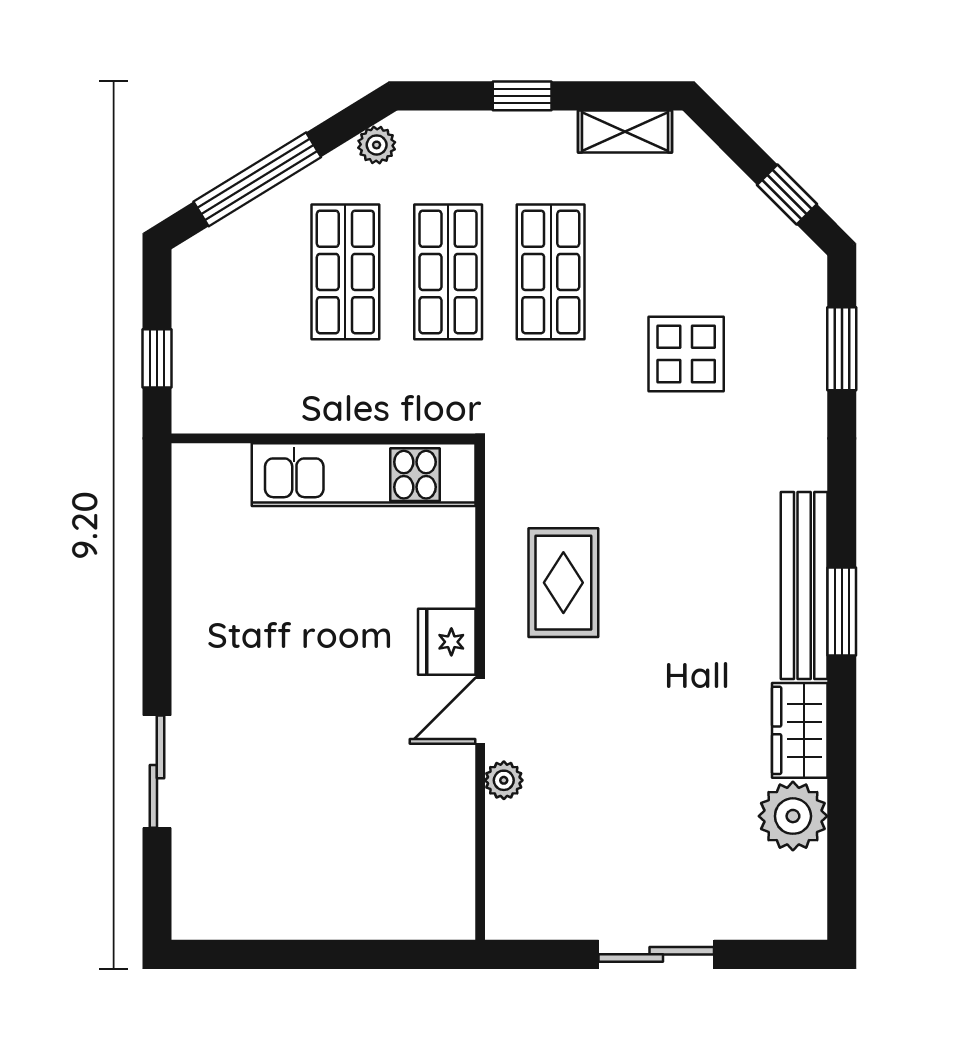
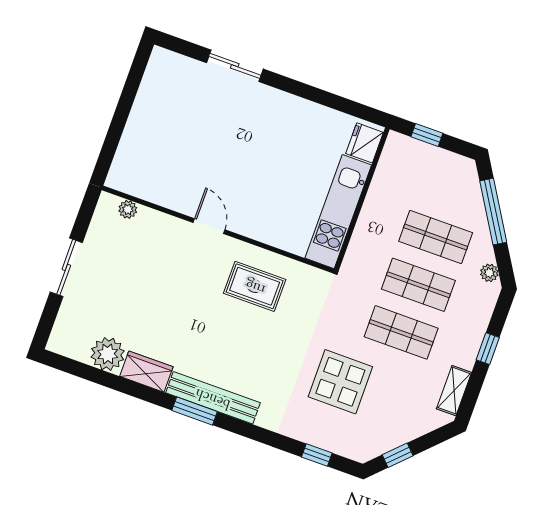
window: (842, 349) -> (317, 455), width x0.67
display table: (686, 354) -> (340, 382), width x1.36, depth x1.36
fridge: (447, 642) -> (365, 143), moved, turned -90
plant: (504, 780) -> (128, 209), moved

